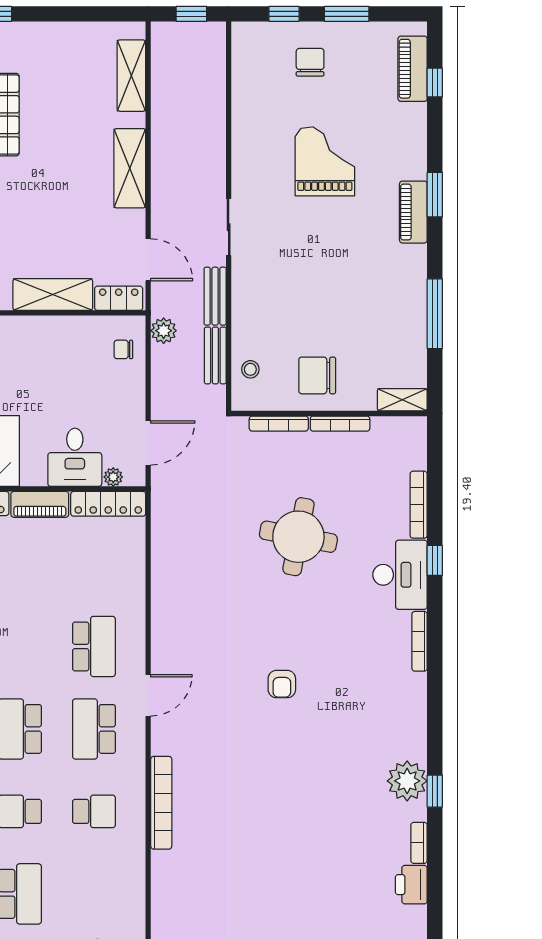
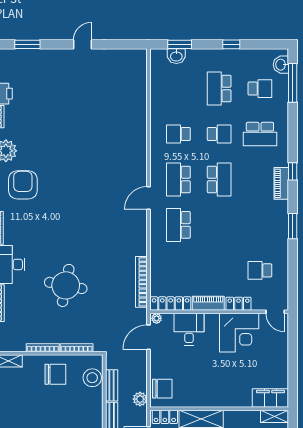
chair: (123, 349) -> (162, 389), width x1.87, depth x1.87
stool: (250, 369) -> (92, 378), width x1.89, depth x1.89
plant: (113, 477) -> (157, 318), moved
armchair: (282, 684) -> (23, 185), moved, width x1.88, depth x1.88
school desk: (94, 729) -> (178, 179), turned 180
bookcase: (161, 803) -> (141, 282), moved

